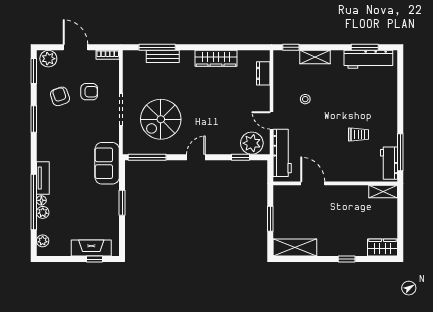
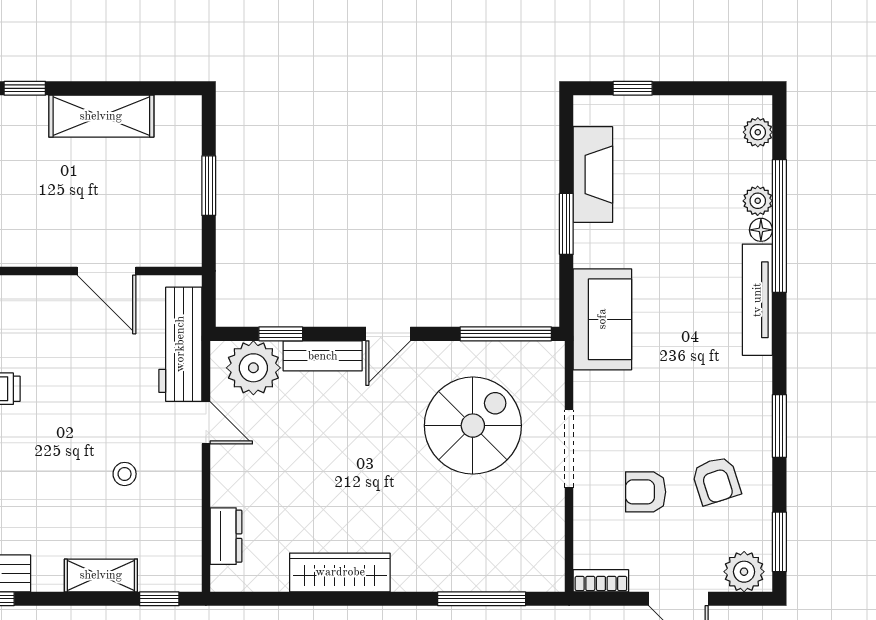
bench: (163, 56) -> (323, 356), moved
tv unit: (43, 178) -> (757, 300), width x1.41
shelving: (295, 247) -> (101, 116), moved
fireplace: (91, 248) -> (593, 175), moved, turned -90

